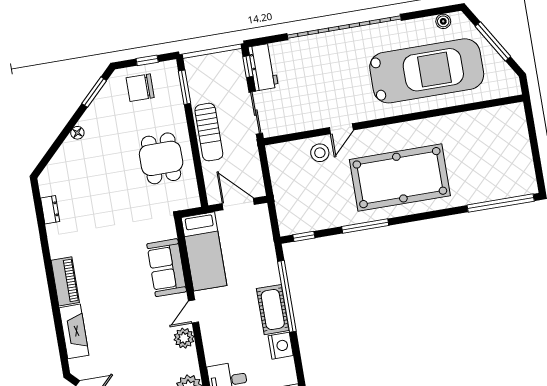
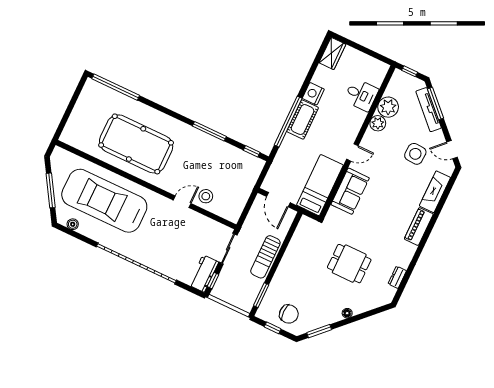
sun lounger: (209, 132) -> (265, 257), turned 180
dining table: (161, 158) -> (349, 264), moved, turned 90
pool table: (400, 178) -> (136, 144), moved
plant: (184, 338) -> (378, 123), moved
side table: (124, 358) -> (415, 154), added

